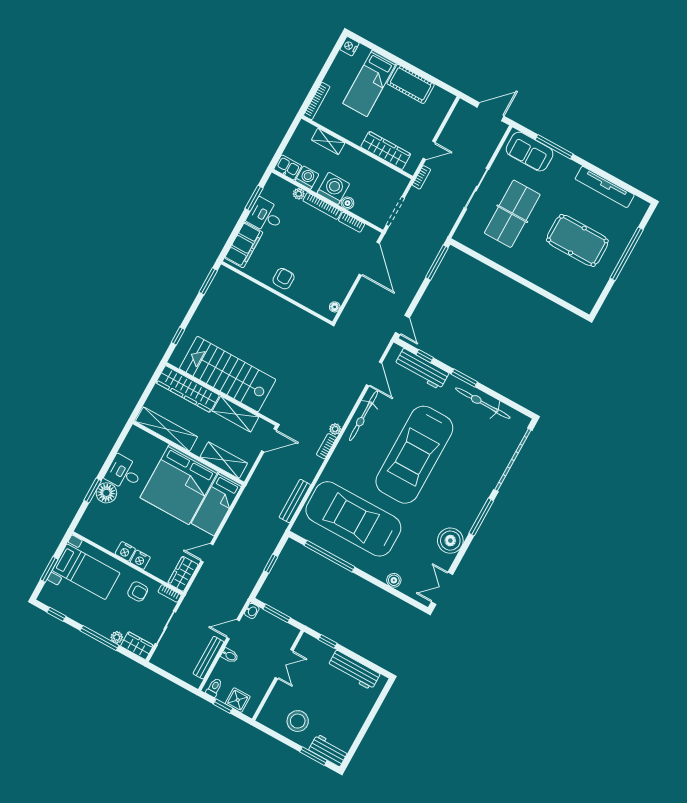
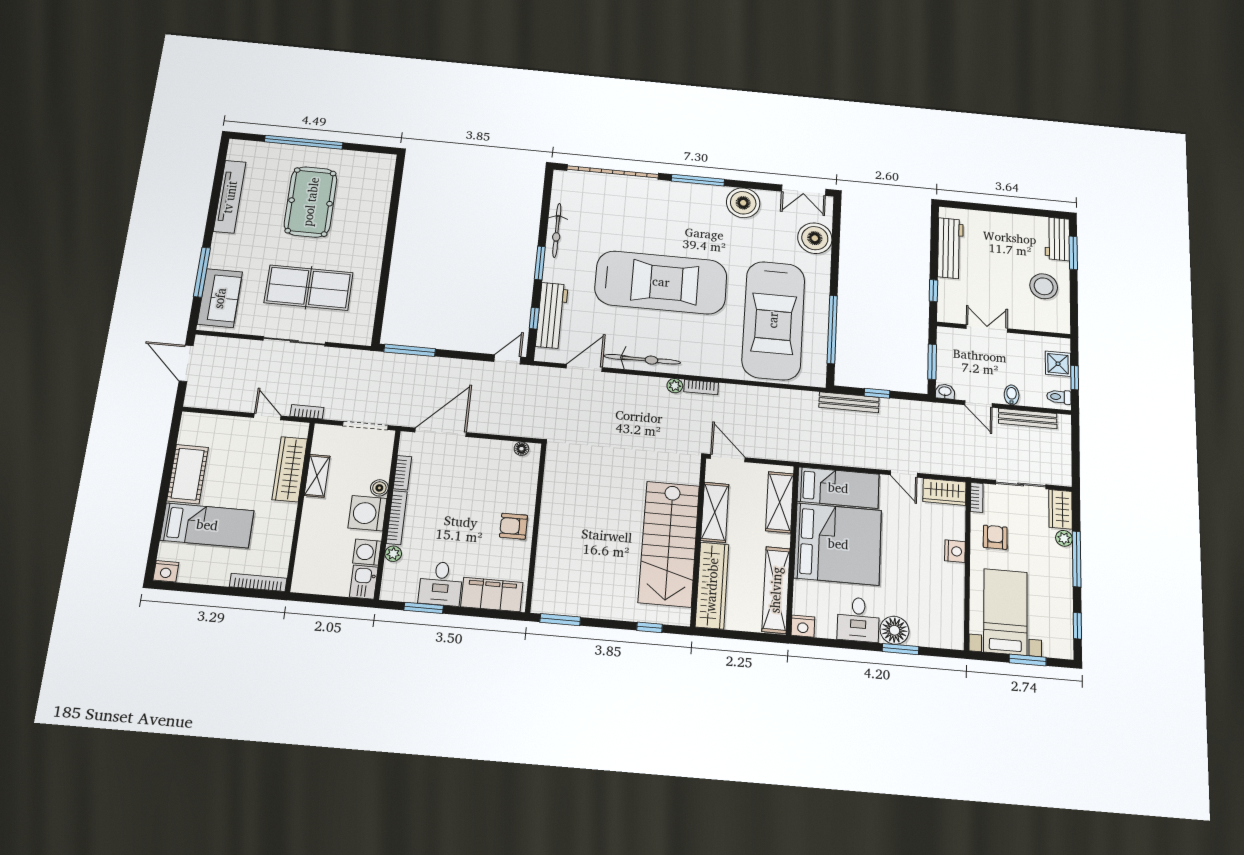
shelving: (328, 141) -> (317, 476), moved
bicycle: (483, 403) -> (557, 230), width x0.73, depth x0.71
bench: (295, 501) -> (849, 402), moved
nightstand: (125, 551) -> (803, 626), moved, turned 90
boiler: (394, 580) -> (815, 238), width x1.86, depth x1.86

